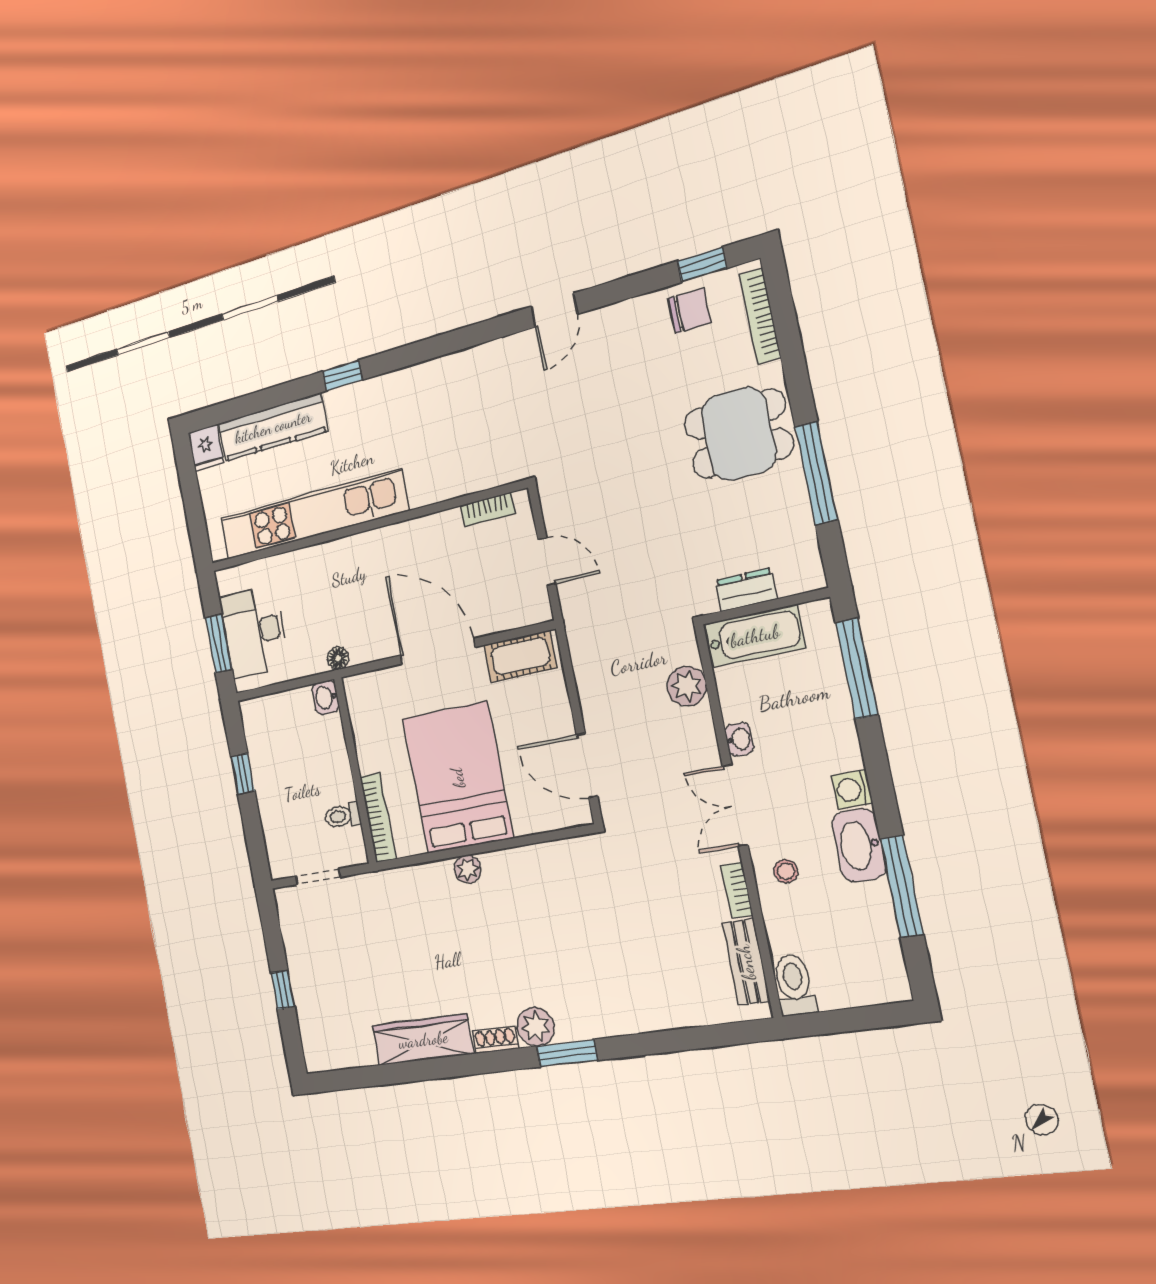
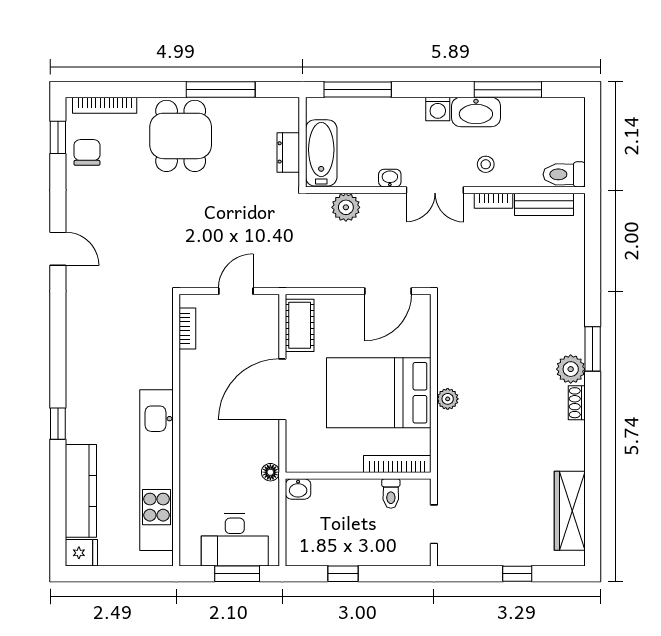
wardrobe: (423, 1040) -> (570, 511), moved

